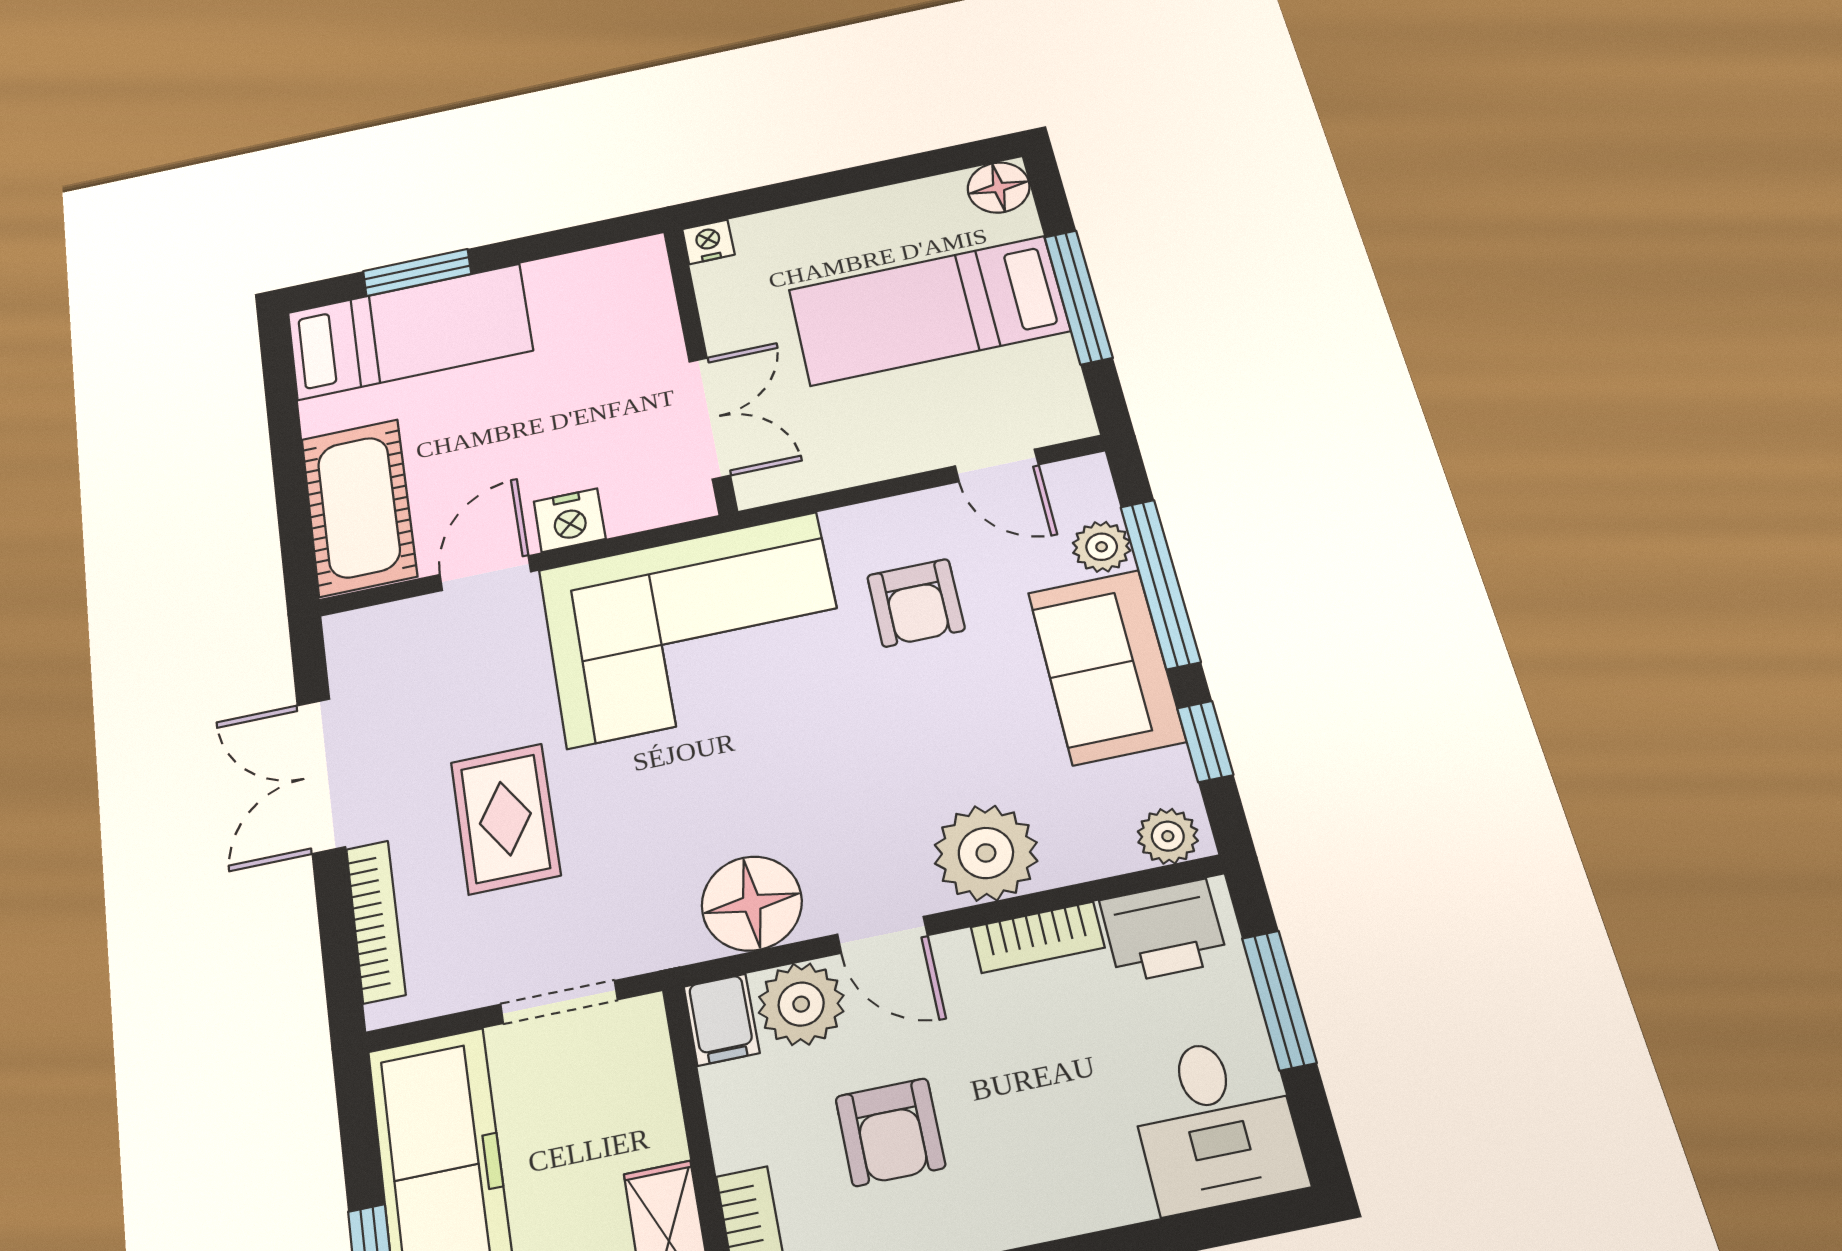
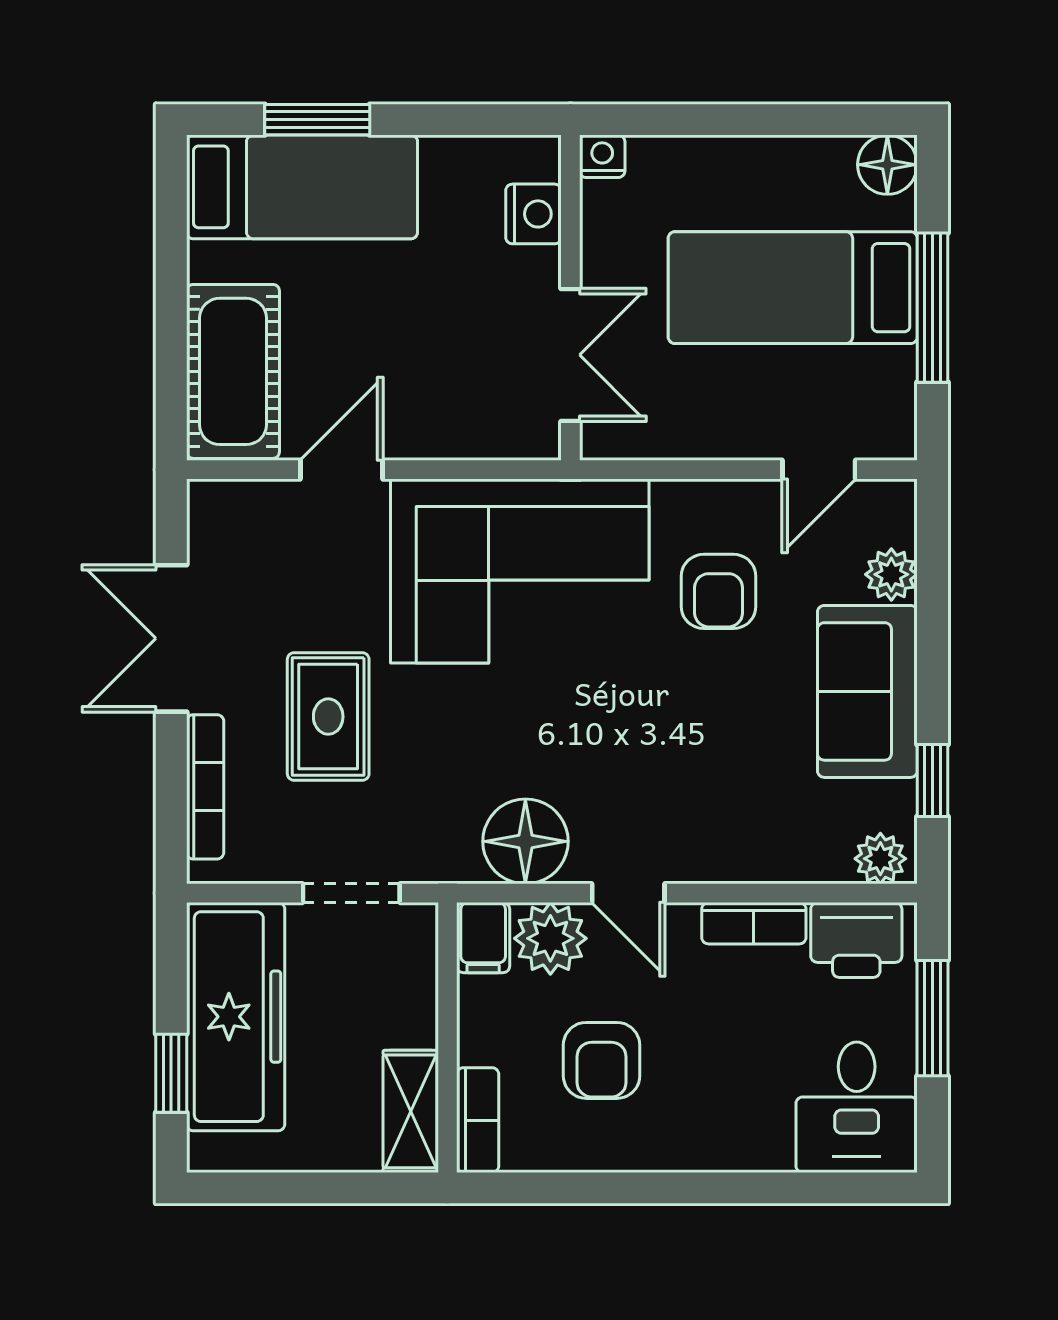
door: (997, 465) -> (819, 470), hinge flipped
nightstand: (570, 520) -> (533, 214), moved, turned -90
window: (1160, 584) -> (933, 623), removed
plant: (986, 853) -> (728, 840), removed

